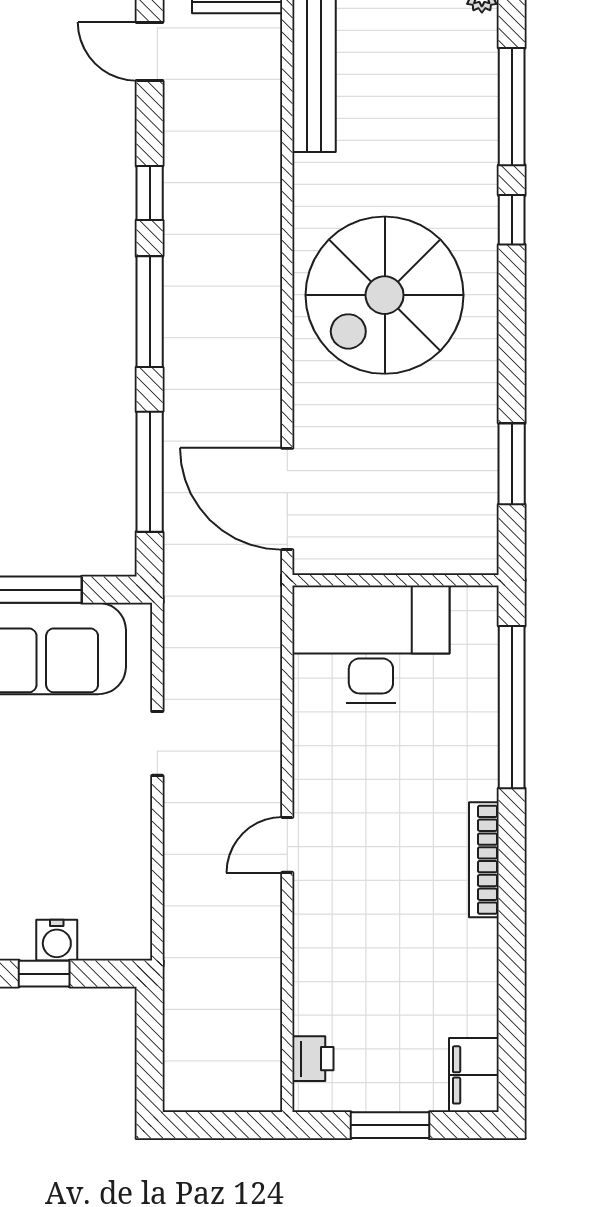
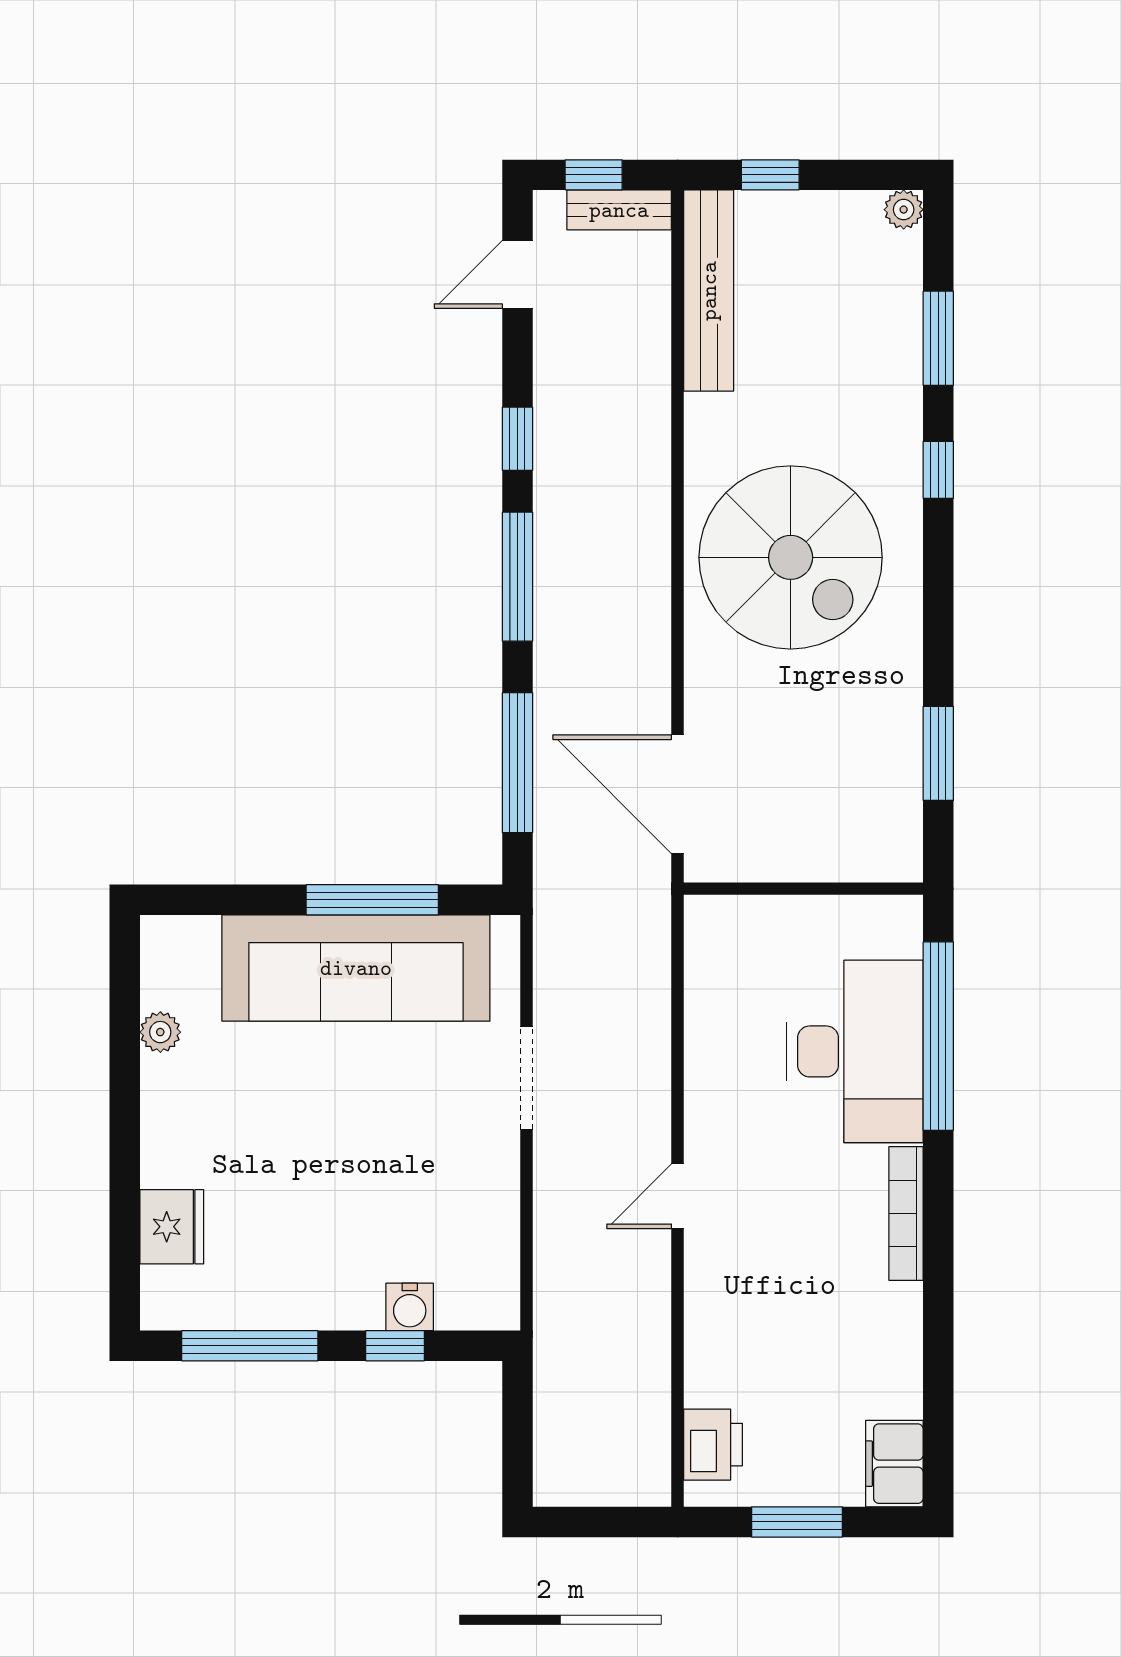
door: (150, 52) -> (517, 274), hinge flipped
window: (512, 107) -> (938, 338), width x0.69
spiral stairs: (385, 295) -> (791, 557), turned -90
desk: (371, 644) -> (855, 1051), moved, turned 90
doorway: (157, 743) -> (526, 1078), width x1.38
printer: (313, 1059) -> (713, 1445), width x1.36, depth x1.24

